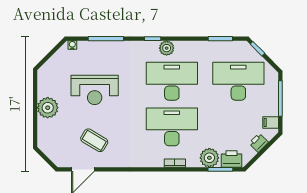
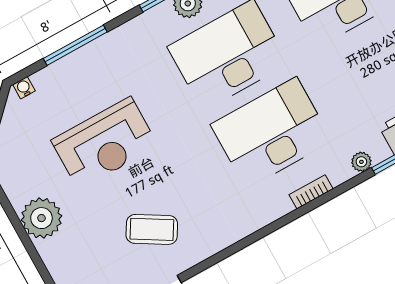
plant: (209, 158) -> (361, 162), width x0.53, depth x0.53

